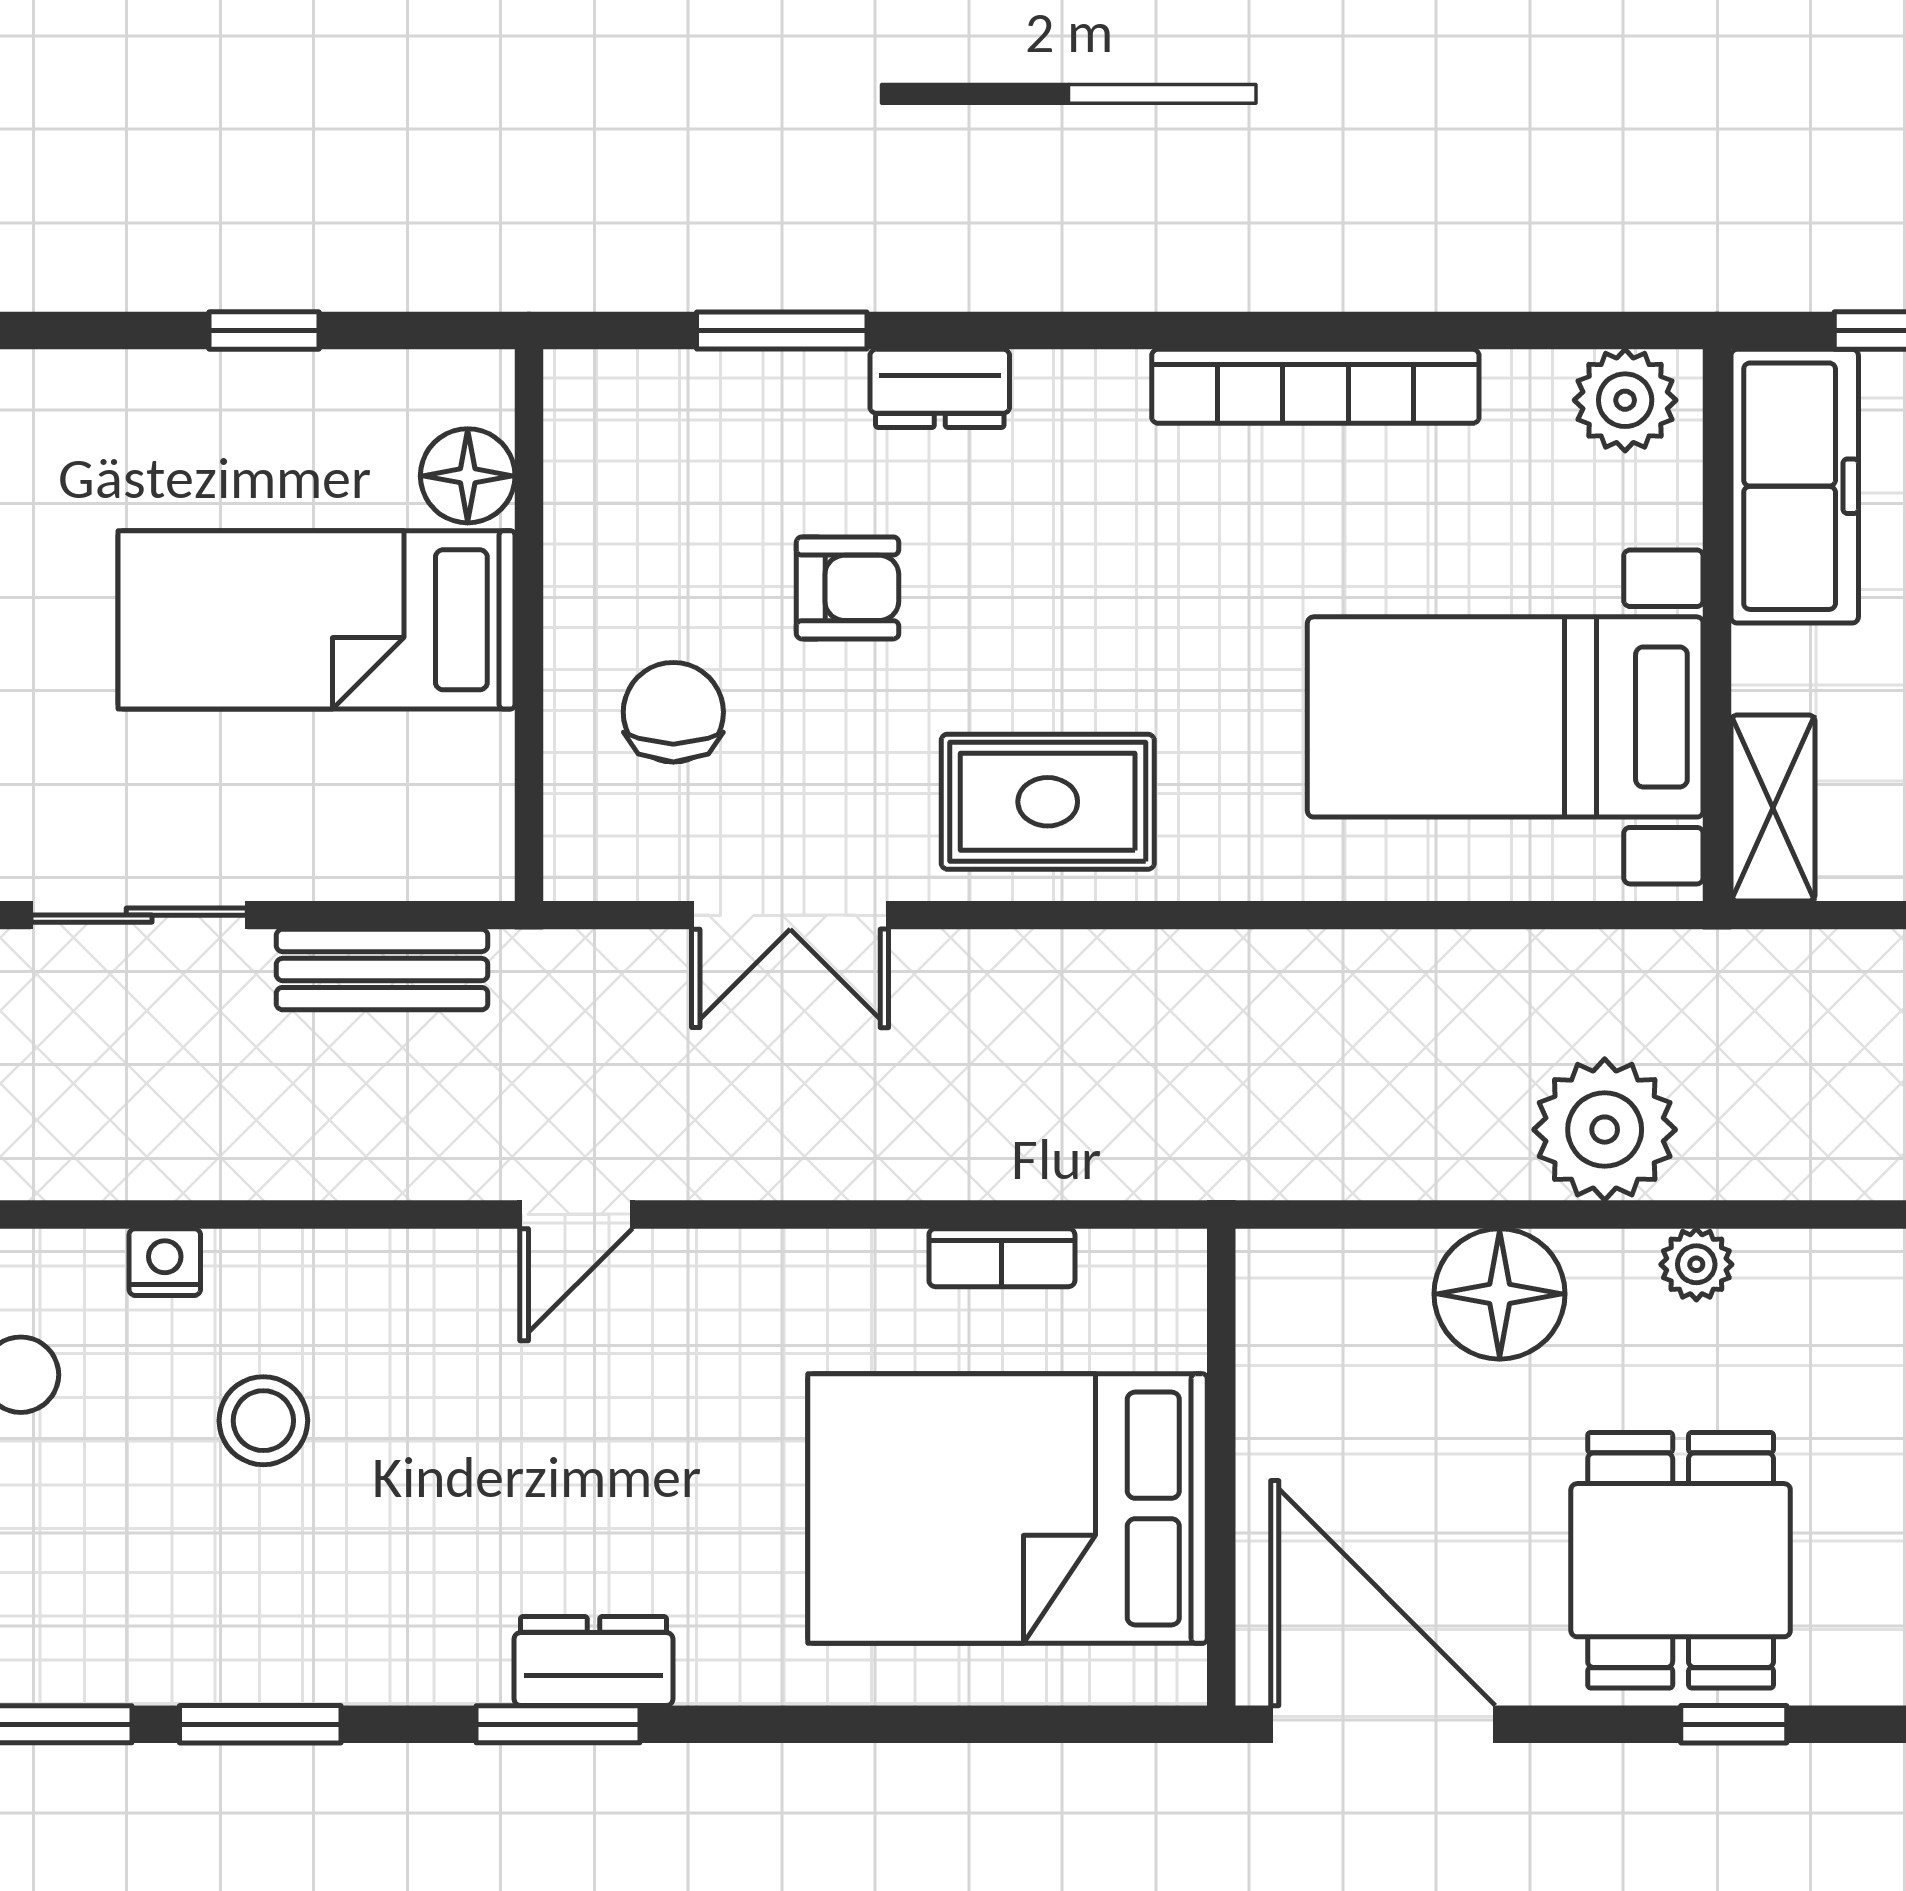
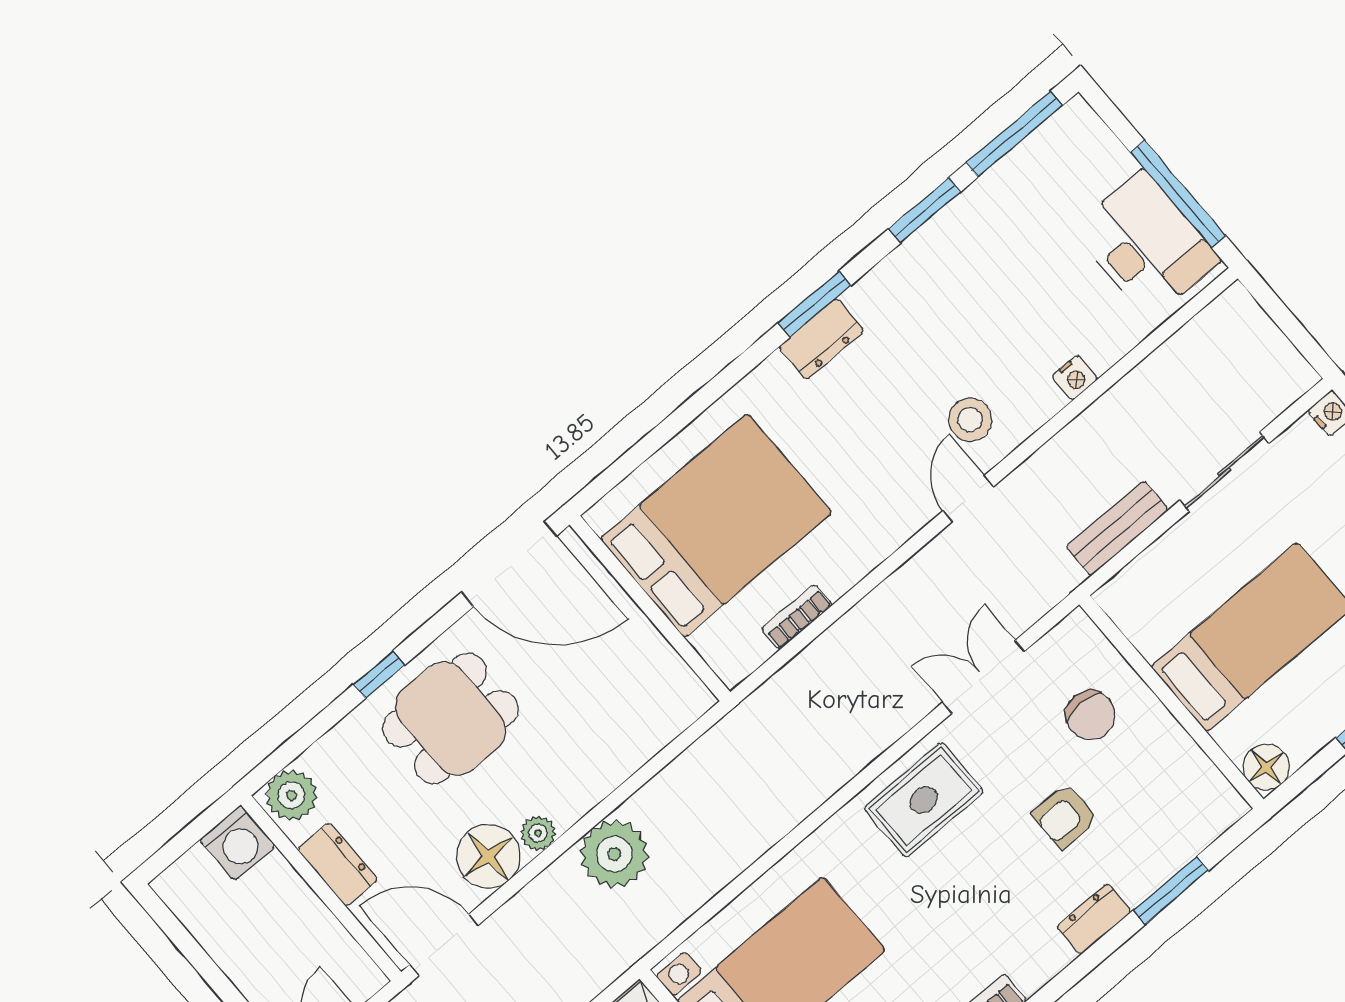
floor lamp: (468, 476) -> (1266, 767), moved
nightstand: (165, 1262) -> (1075, 378), moved
floor lamp: (1500, 1294) -> (488, 856), moved
stool: (263, 1421) -> (970, 420), moved
dining table: (1681, 1560) -> (451, 719), turned 90

